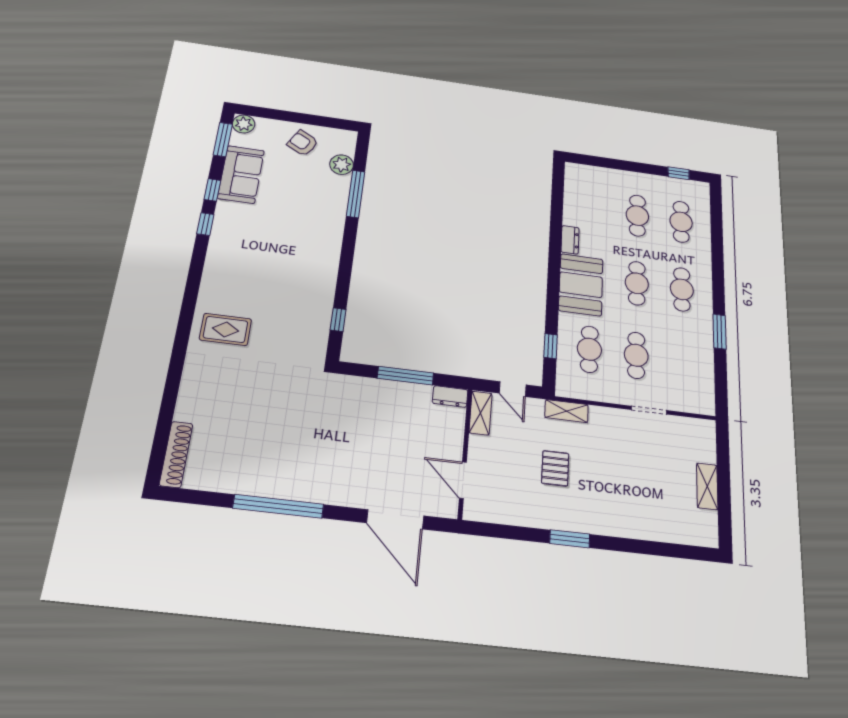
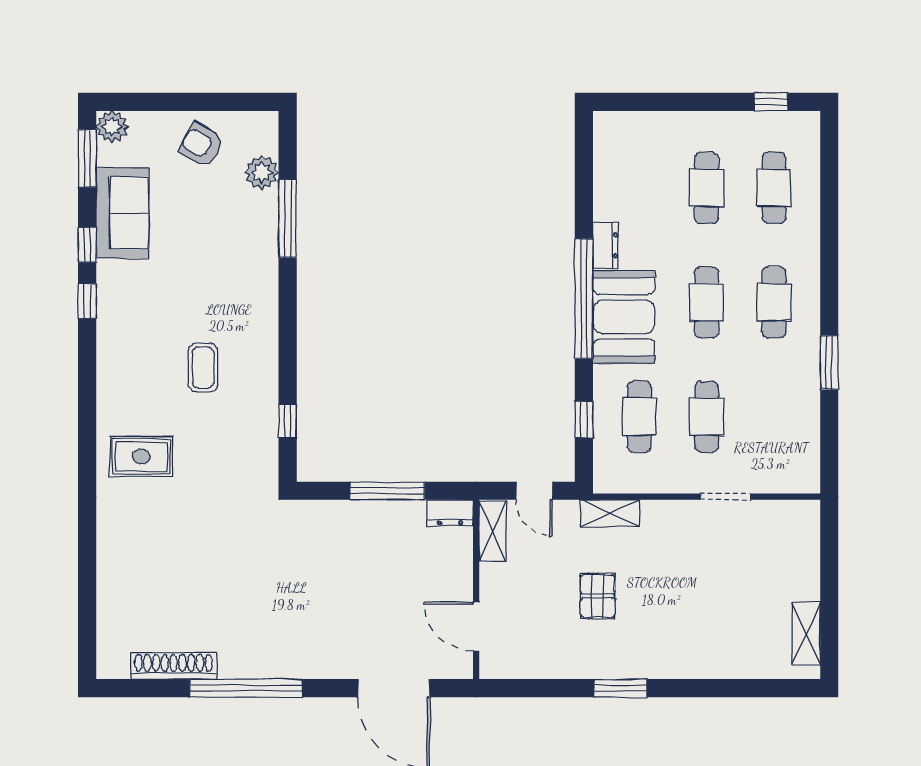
window: (554, 270) -> (584, 299), added
coffee table: (282, 277) -> (203, 368), added
shoe rack: (176, 454) -> (174, 666), moved, turned -90
shelving: (707, 486) -> (806, 634), moved

